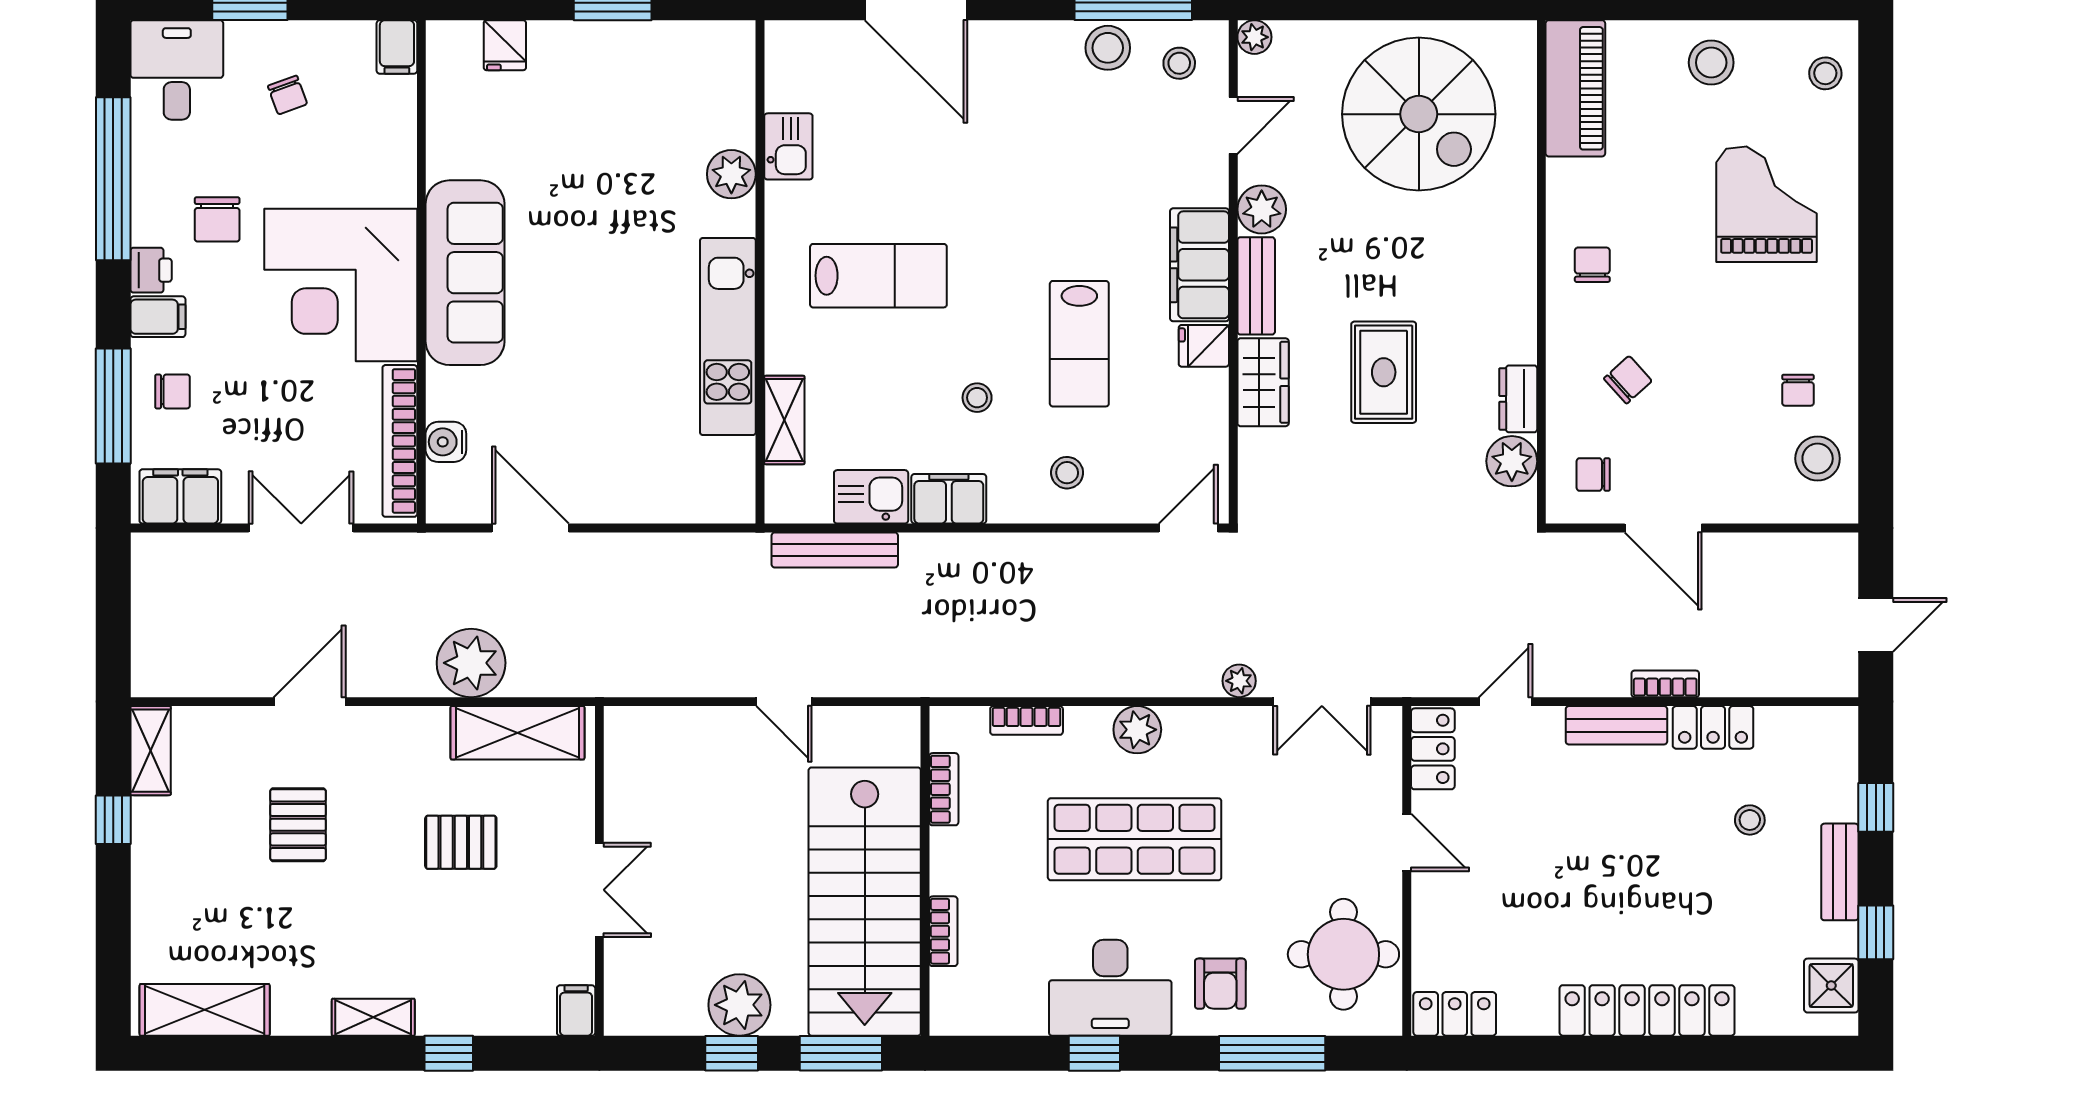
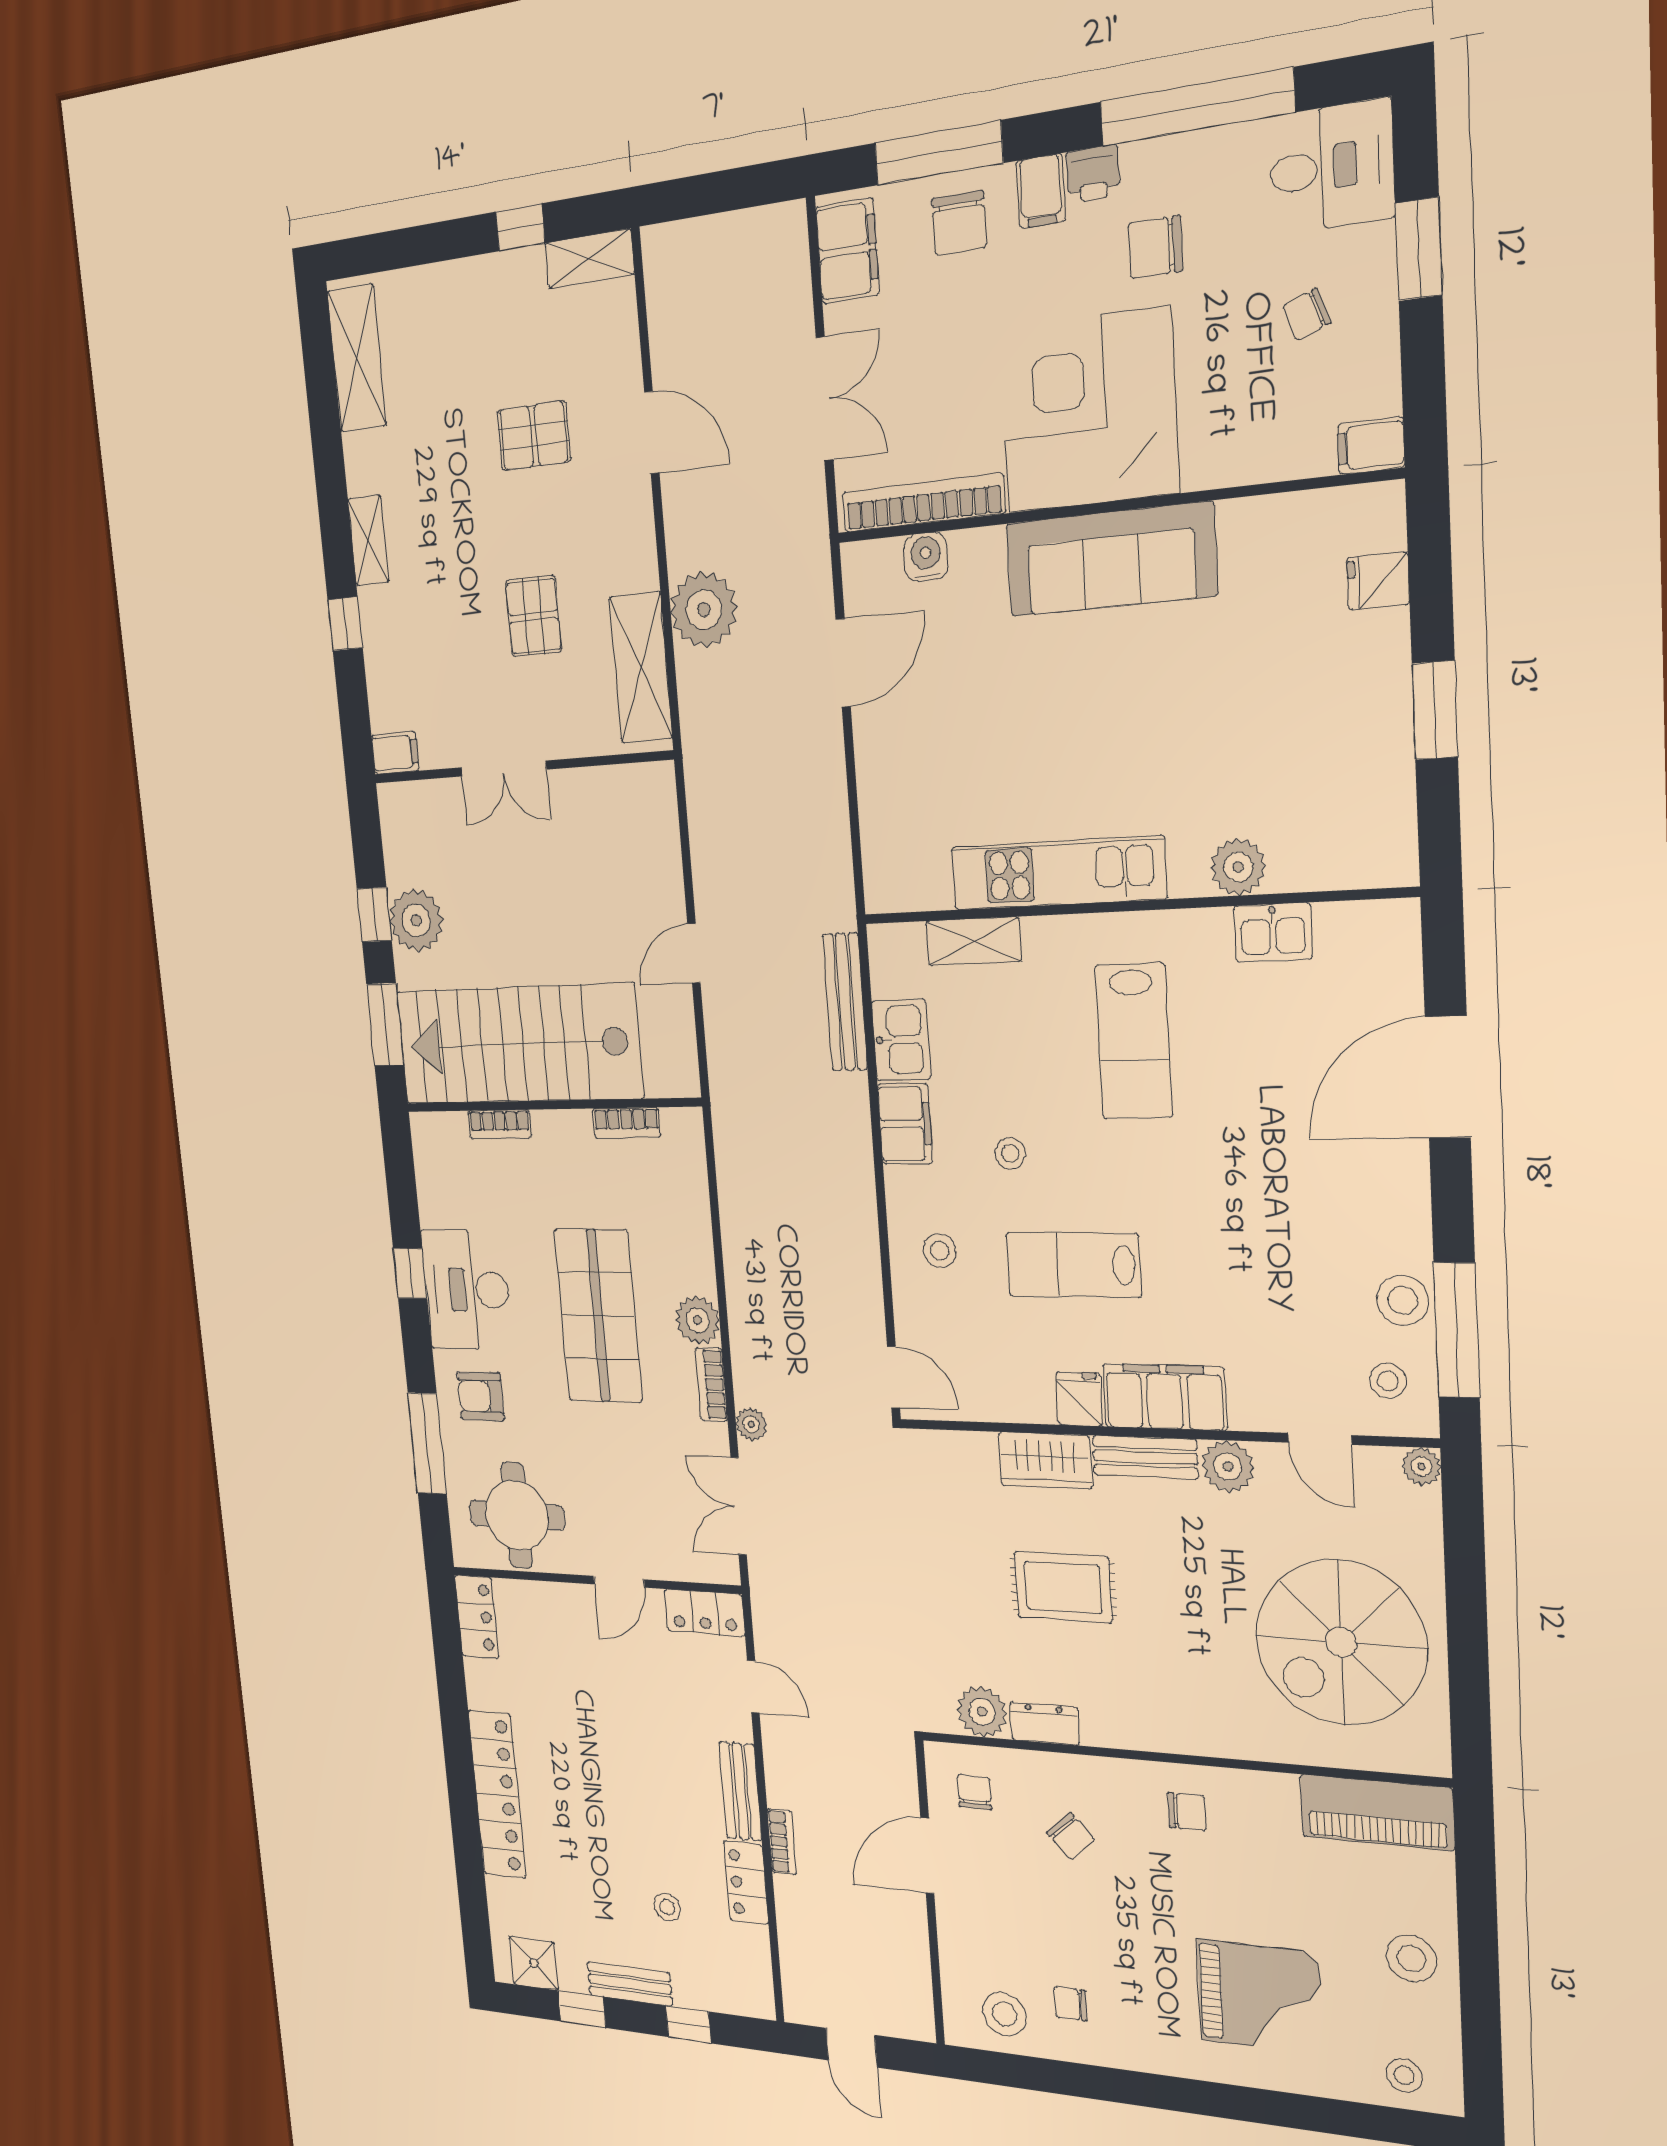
chair: (173, 391) -> (959, 223), width x1.37, depth x1.37
bookcase: (1027, 720) -> (711, 1384), moved

